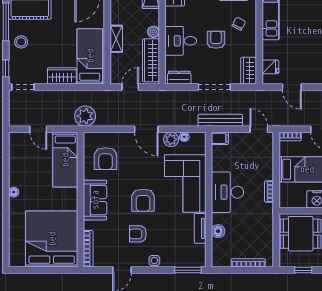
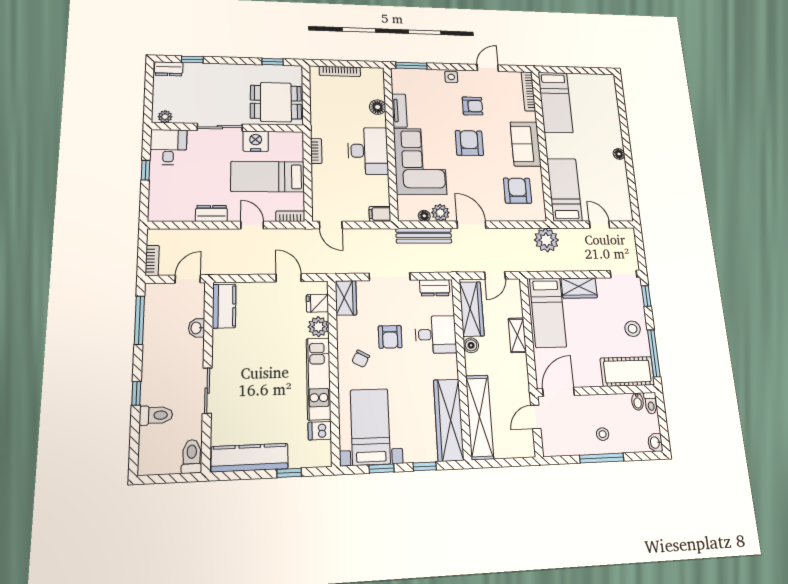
plant: (270, 49) -> (318, 327), added
bench: (220, 120) -> (424, 236), moved
bed: (52, 239) -> (555, 102), width x0.49

